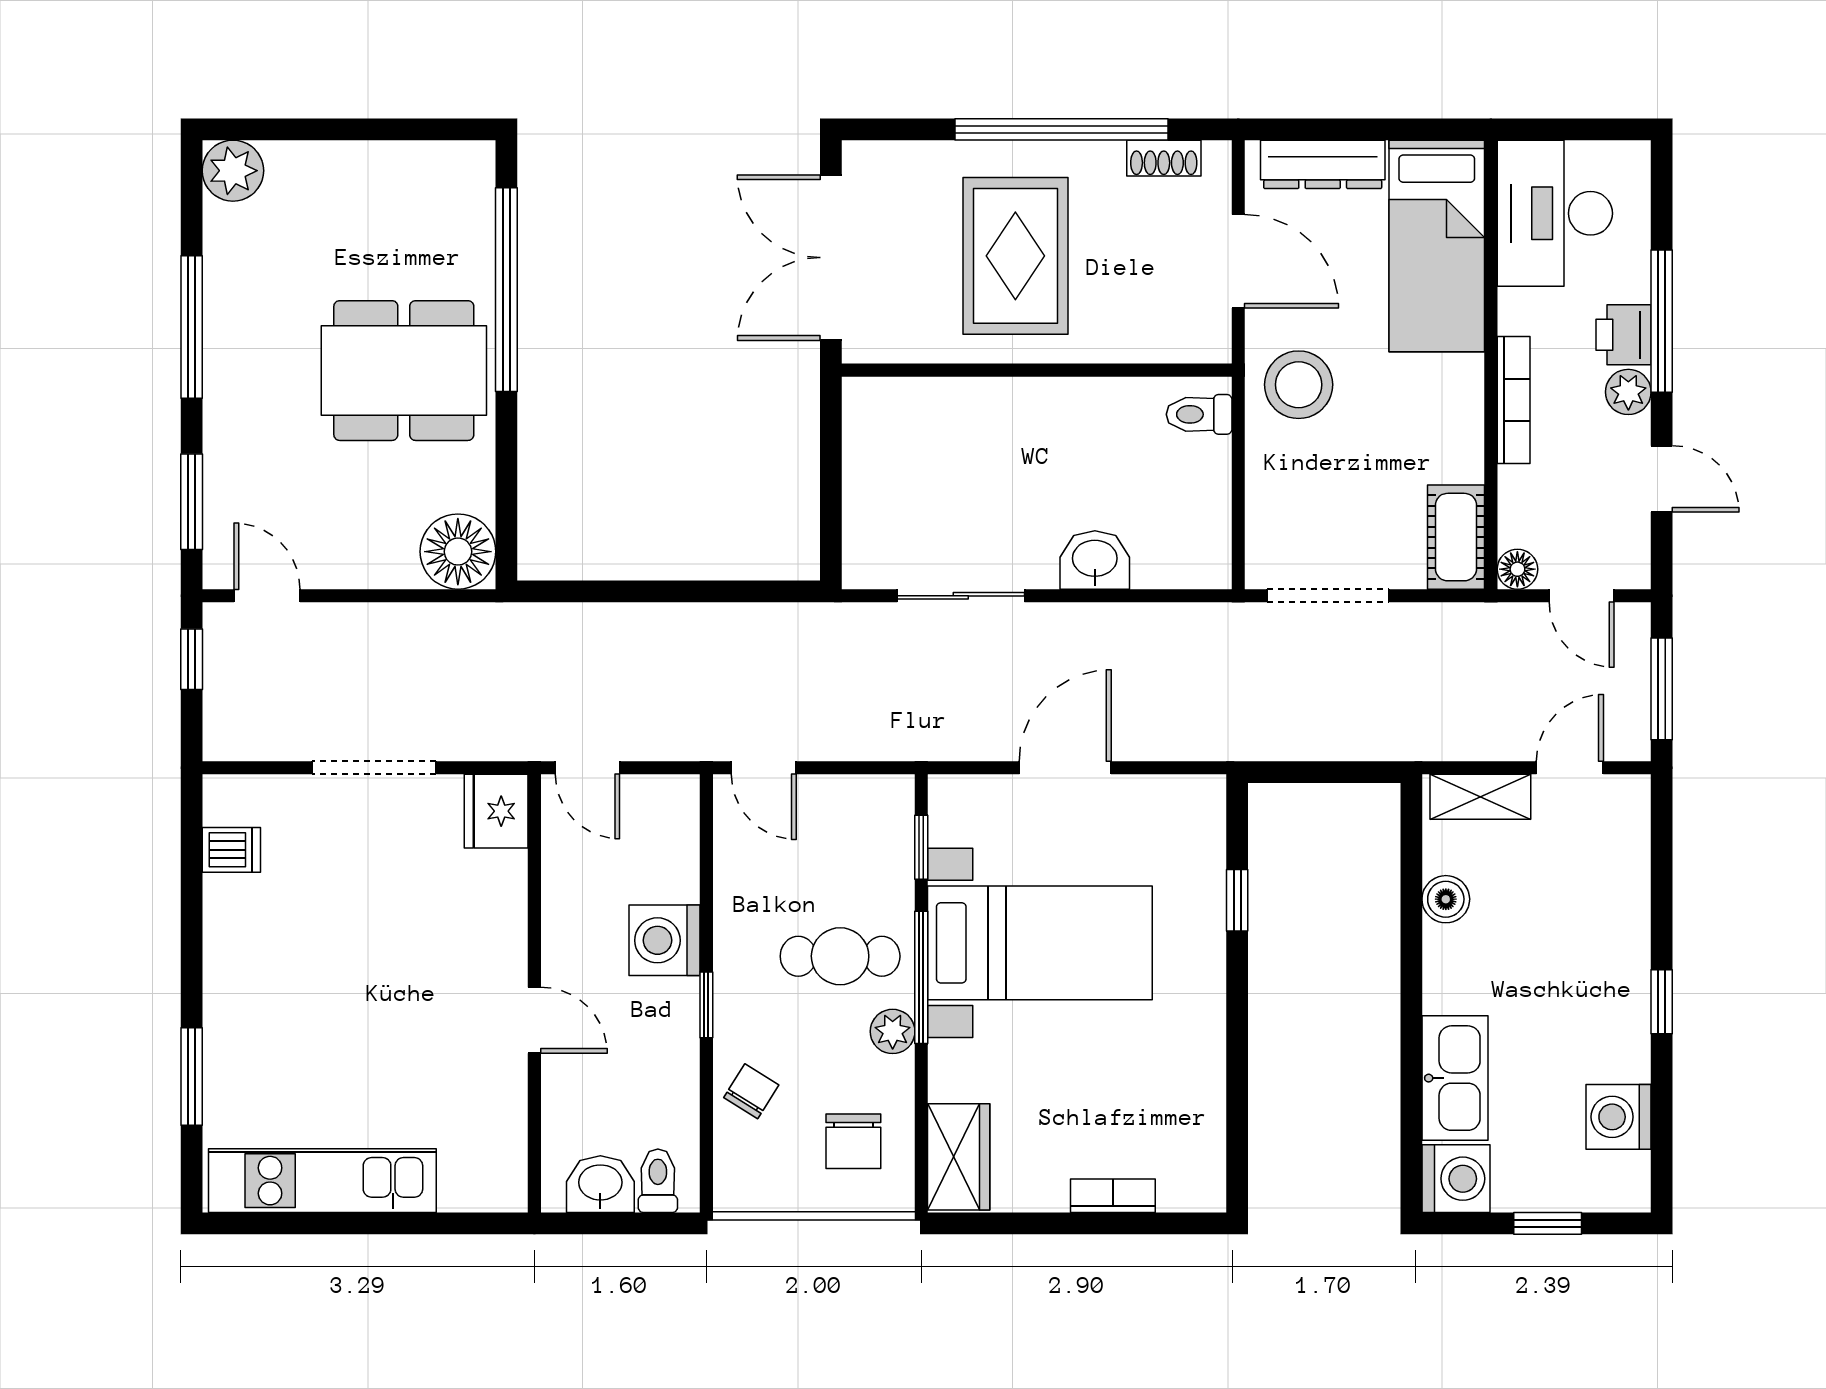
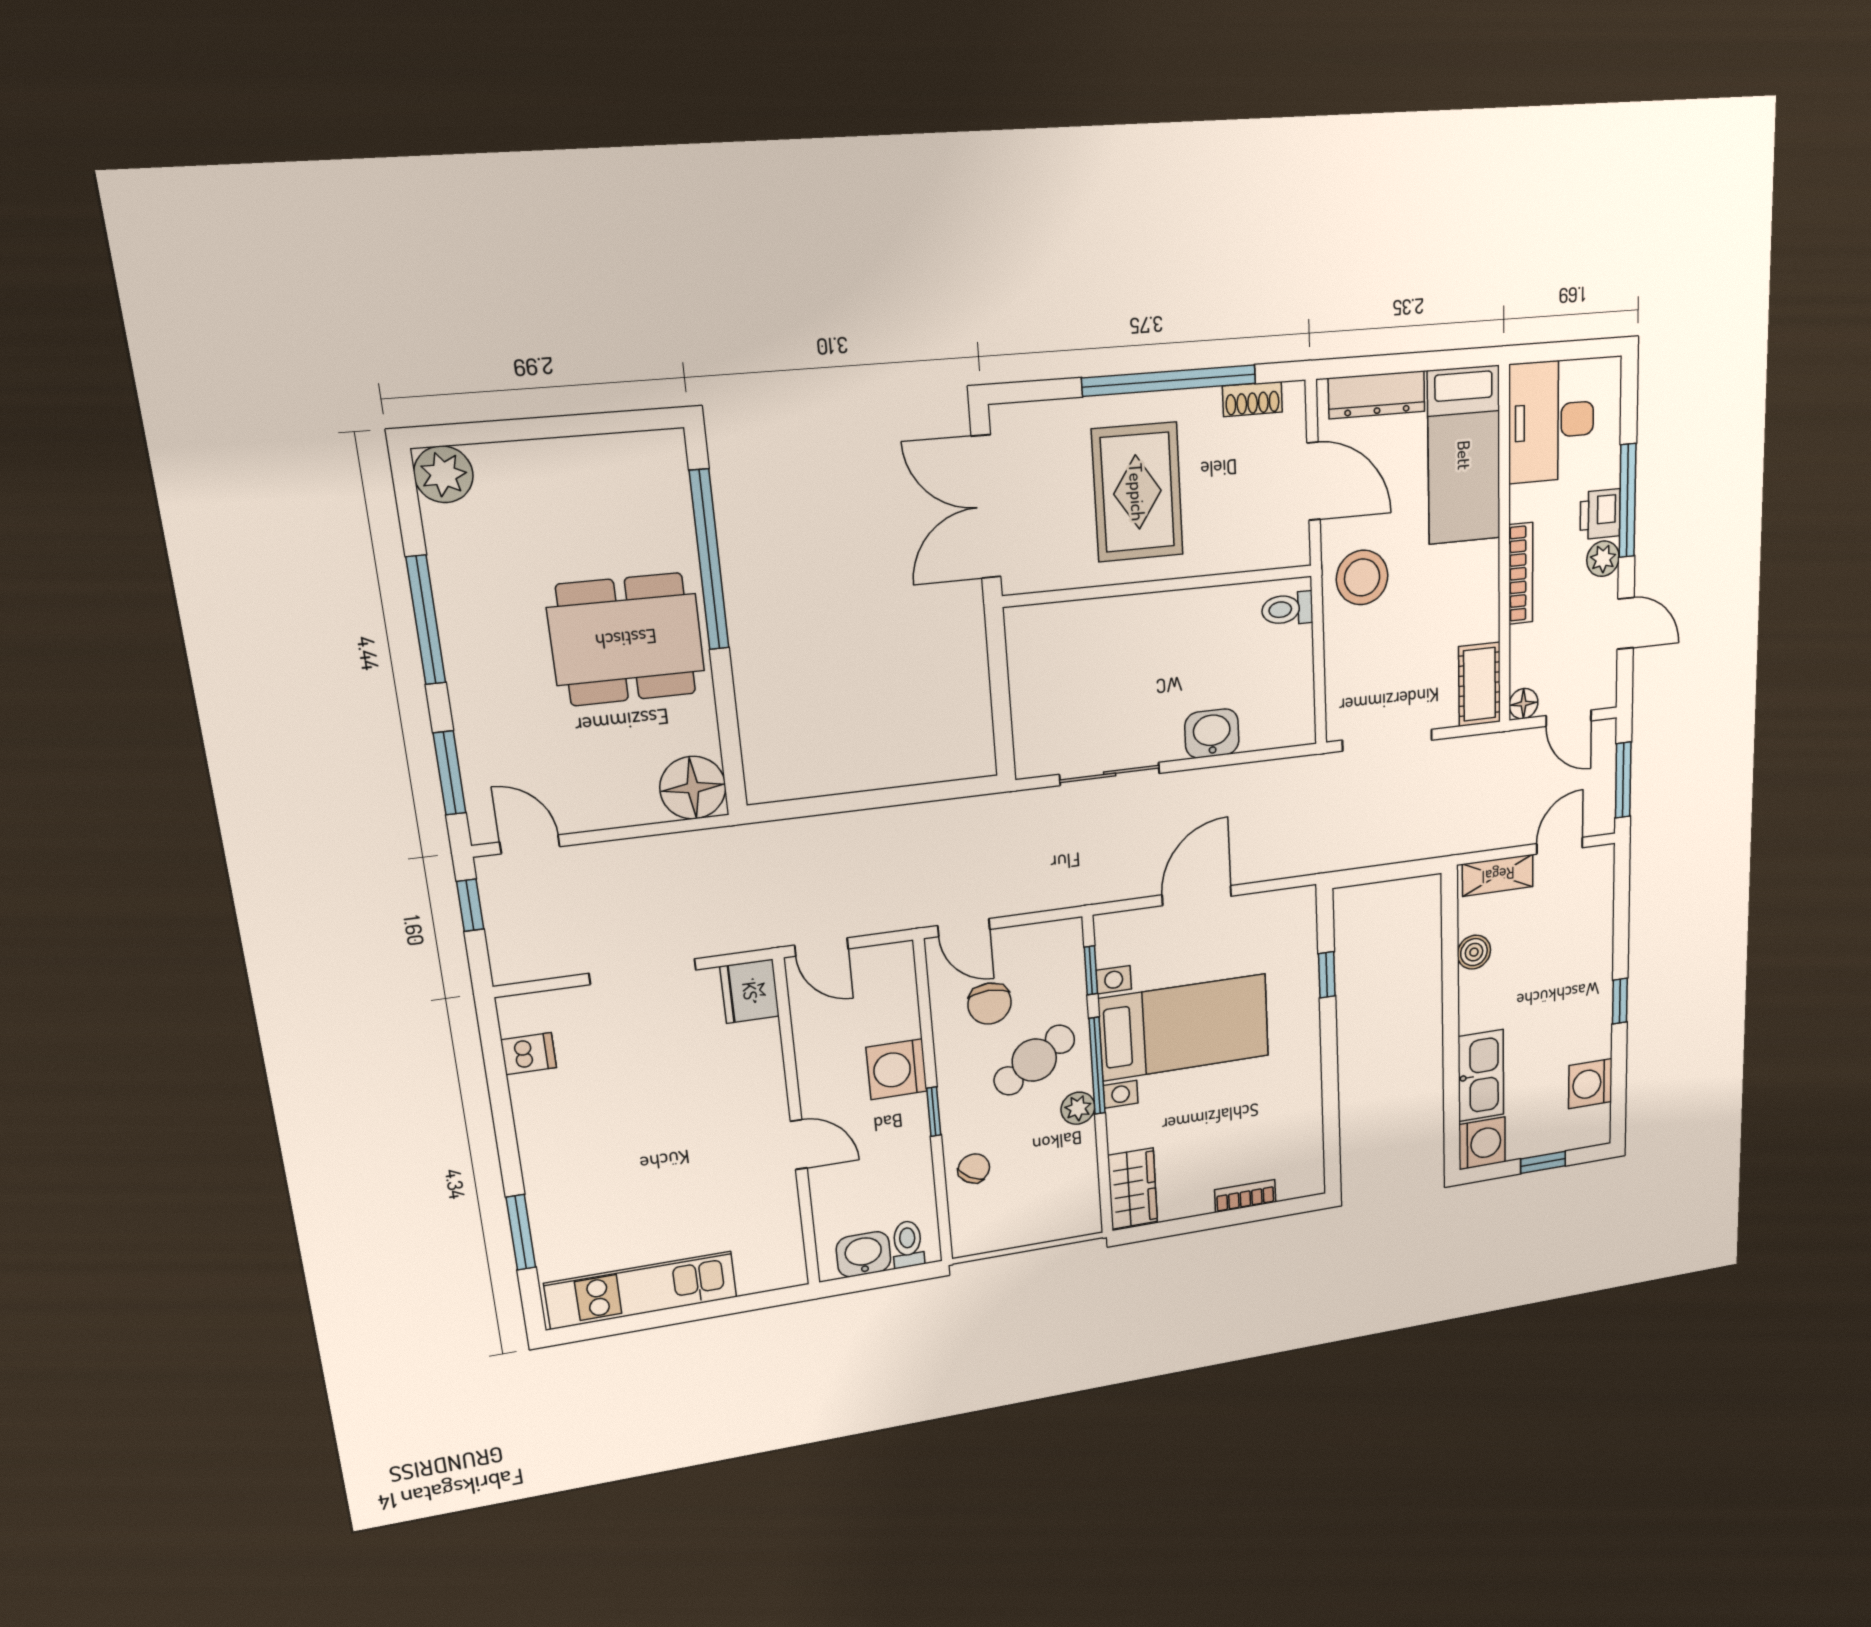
cafe table: (840, 956) -> (1034, 1060), turned -33
chair: (853, 1141) -> (990, 1004), moved

